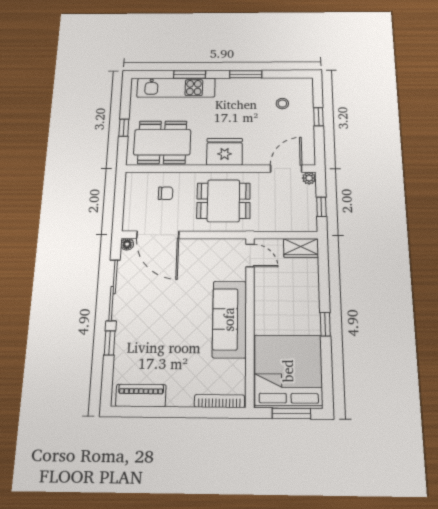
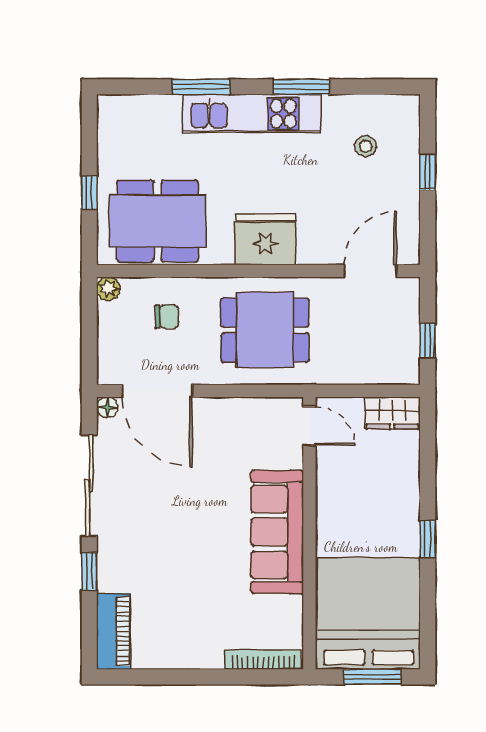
kitchen unit: (176, 88) -> (252, 114), moved
plant: (309, 178) -> (108, 289), moved
piano: (141, 395) -> (114, 631), moved, turned 90

